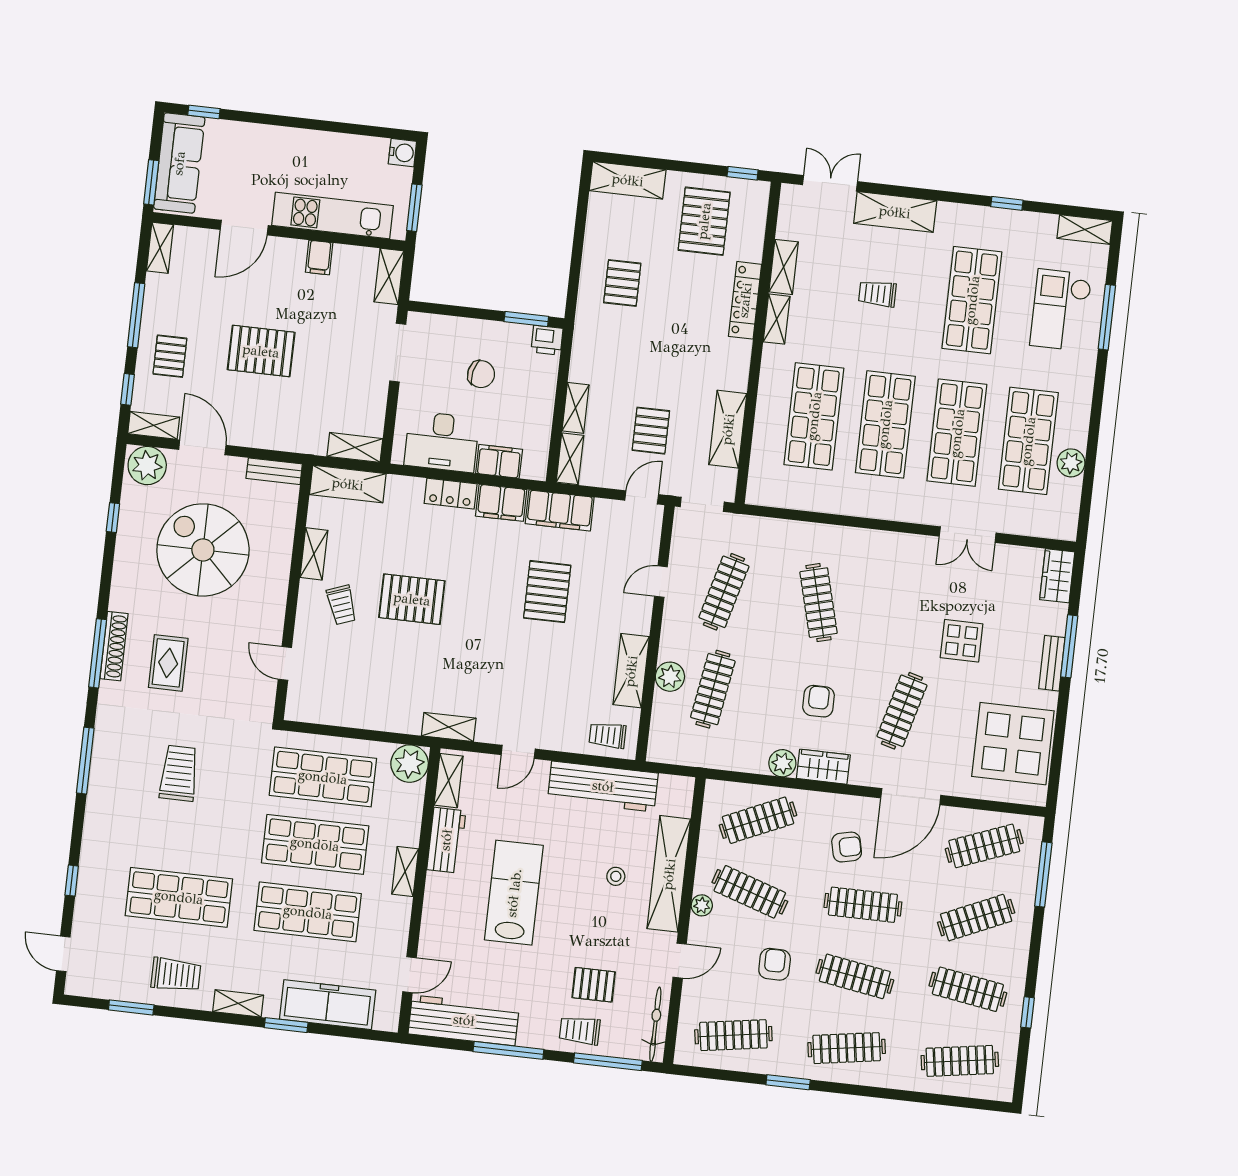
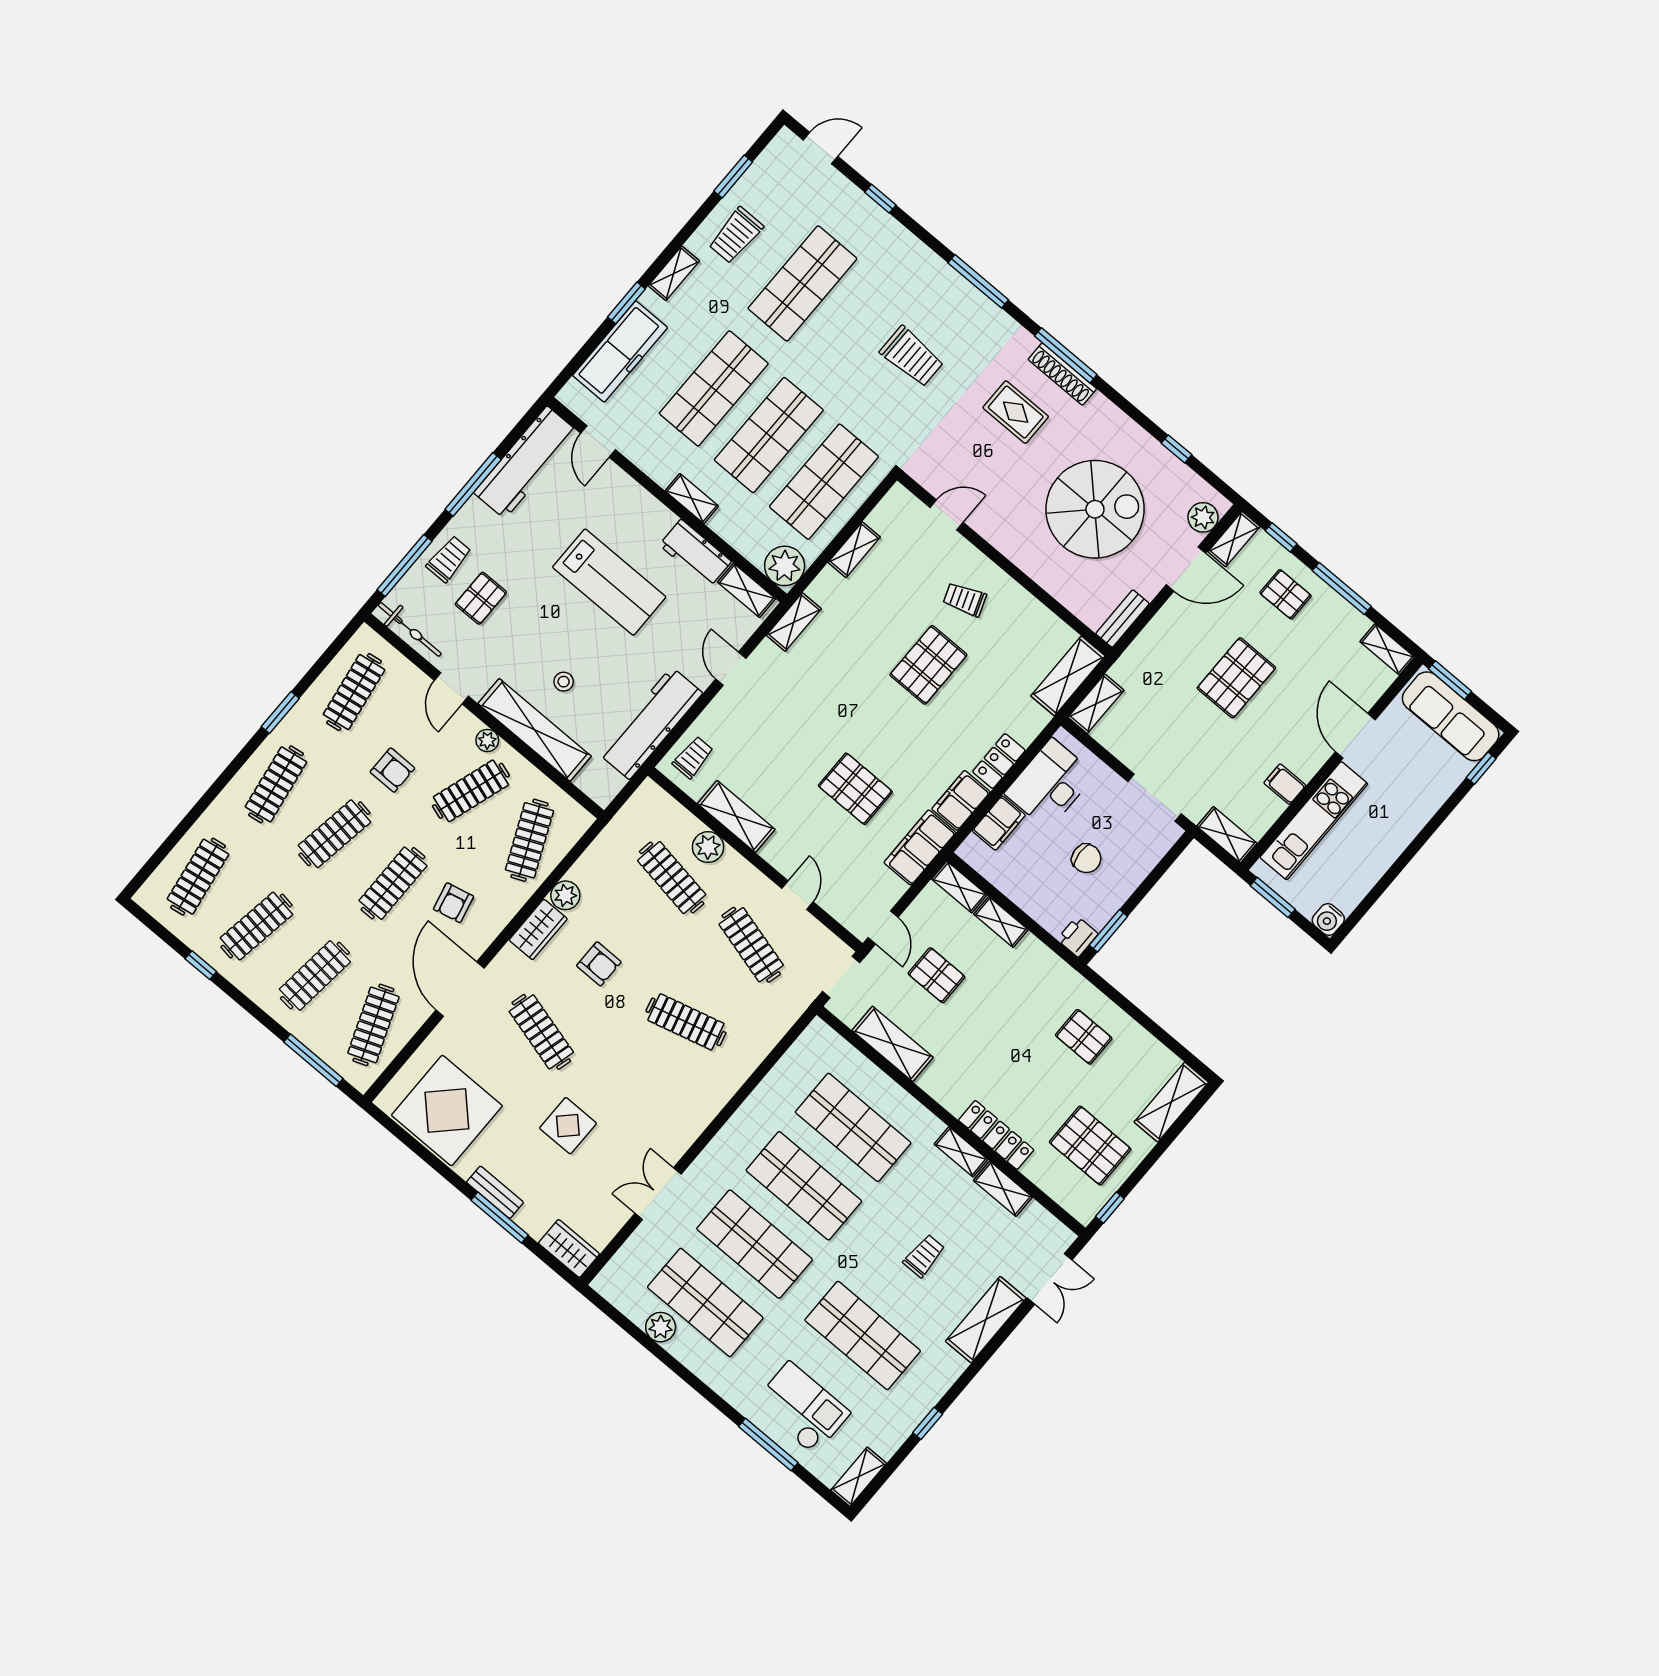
chair: (481, 374) -> (1086, 858), turned -106
plant: (147, 466) -> (1203, 517), width x0.73, depth x0.73
shelving: (314, 554) -> (854, 550), moved, turned 90
clothes rail: (976, 918) -> (315, 976), turned 30

